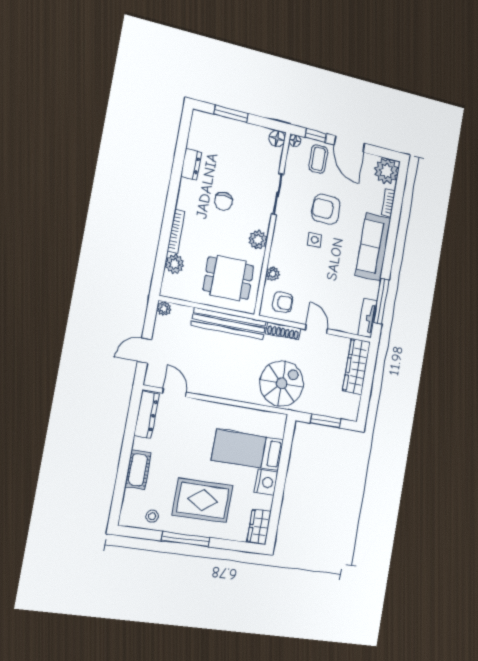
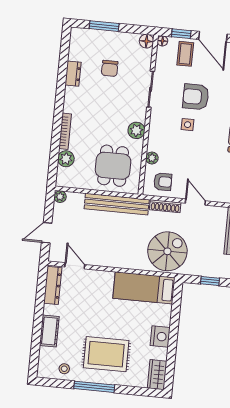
chair: (224, 201) -> (110, 68), moved
dining table: (228, 278) -> (113, 166), turned 90
window: (325, 421) -> (210, 281), width x0.67
bed: (248, 450) -> (144, 288), moved

